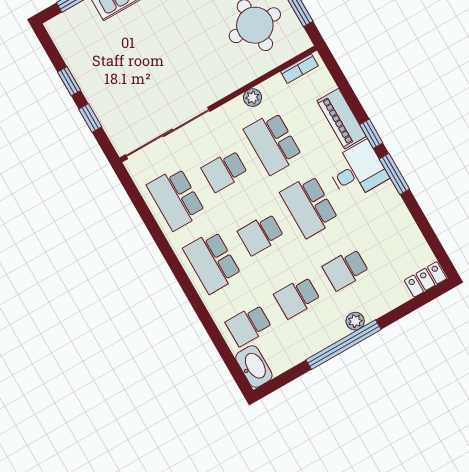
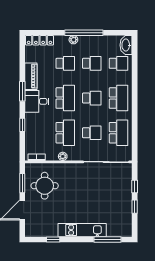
piano: (342, 119) -> (31, 76), moved
window: (371, 134) -> (22, 125), moved
locker: (426, 279) -> (39, 40), width x1.53

